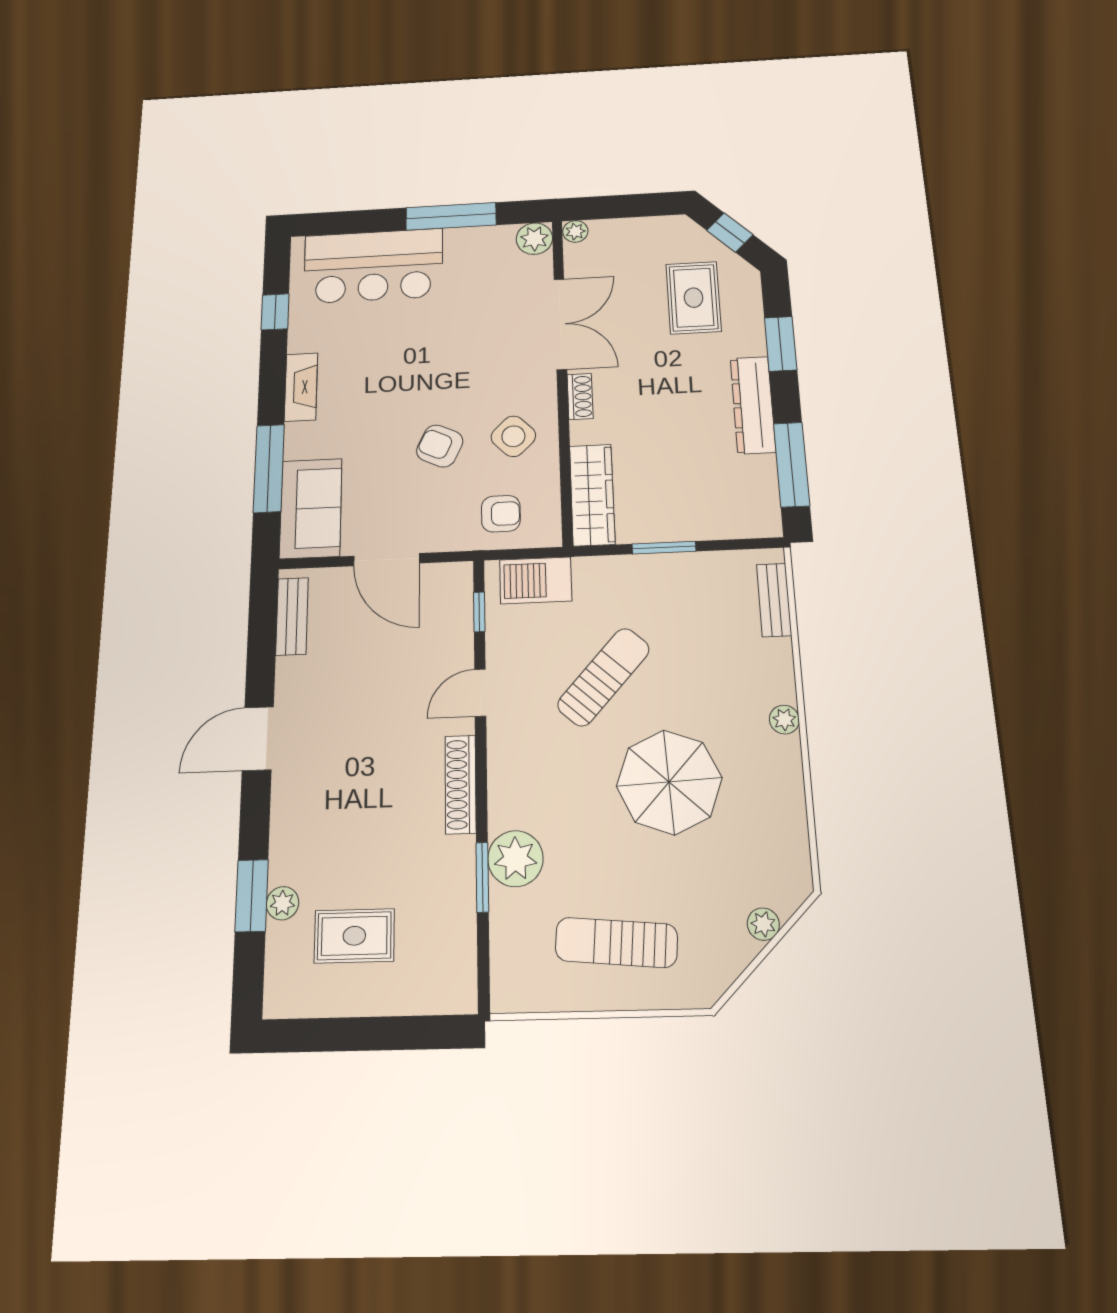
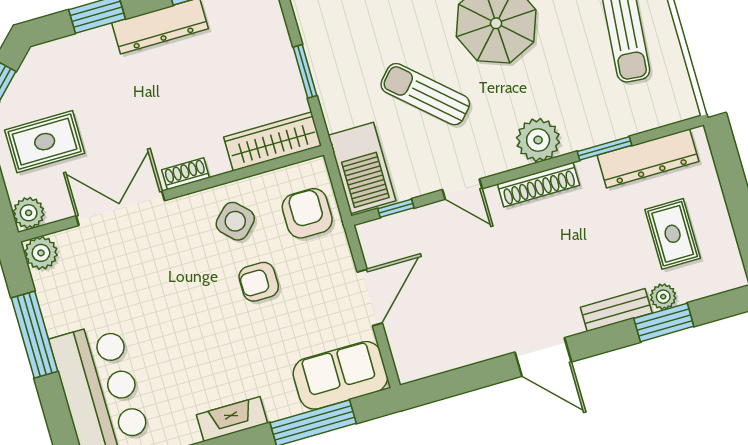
plant: (575, 231) -> (29, 213), width x1.38, depth x1.38
rug: (694, 298) -> (45, 142), moved
armchair: (440, 446) -> (259, 282), turned 65
armchair: (501, 514) -> (307, 213), width x1.38, depth x1.38
barbecue: (536, 580) -> (362, 168), width x1.37, depth x1.21
bench: (292, 616) -> (616, 310), moved
plant: (515, 859) -> (538, 140), moved
dresser: (455, 929) -> (648, 158), added

